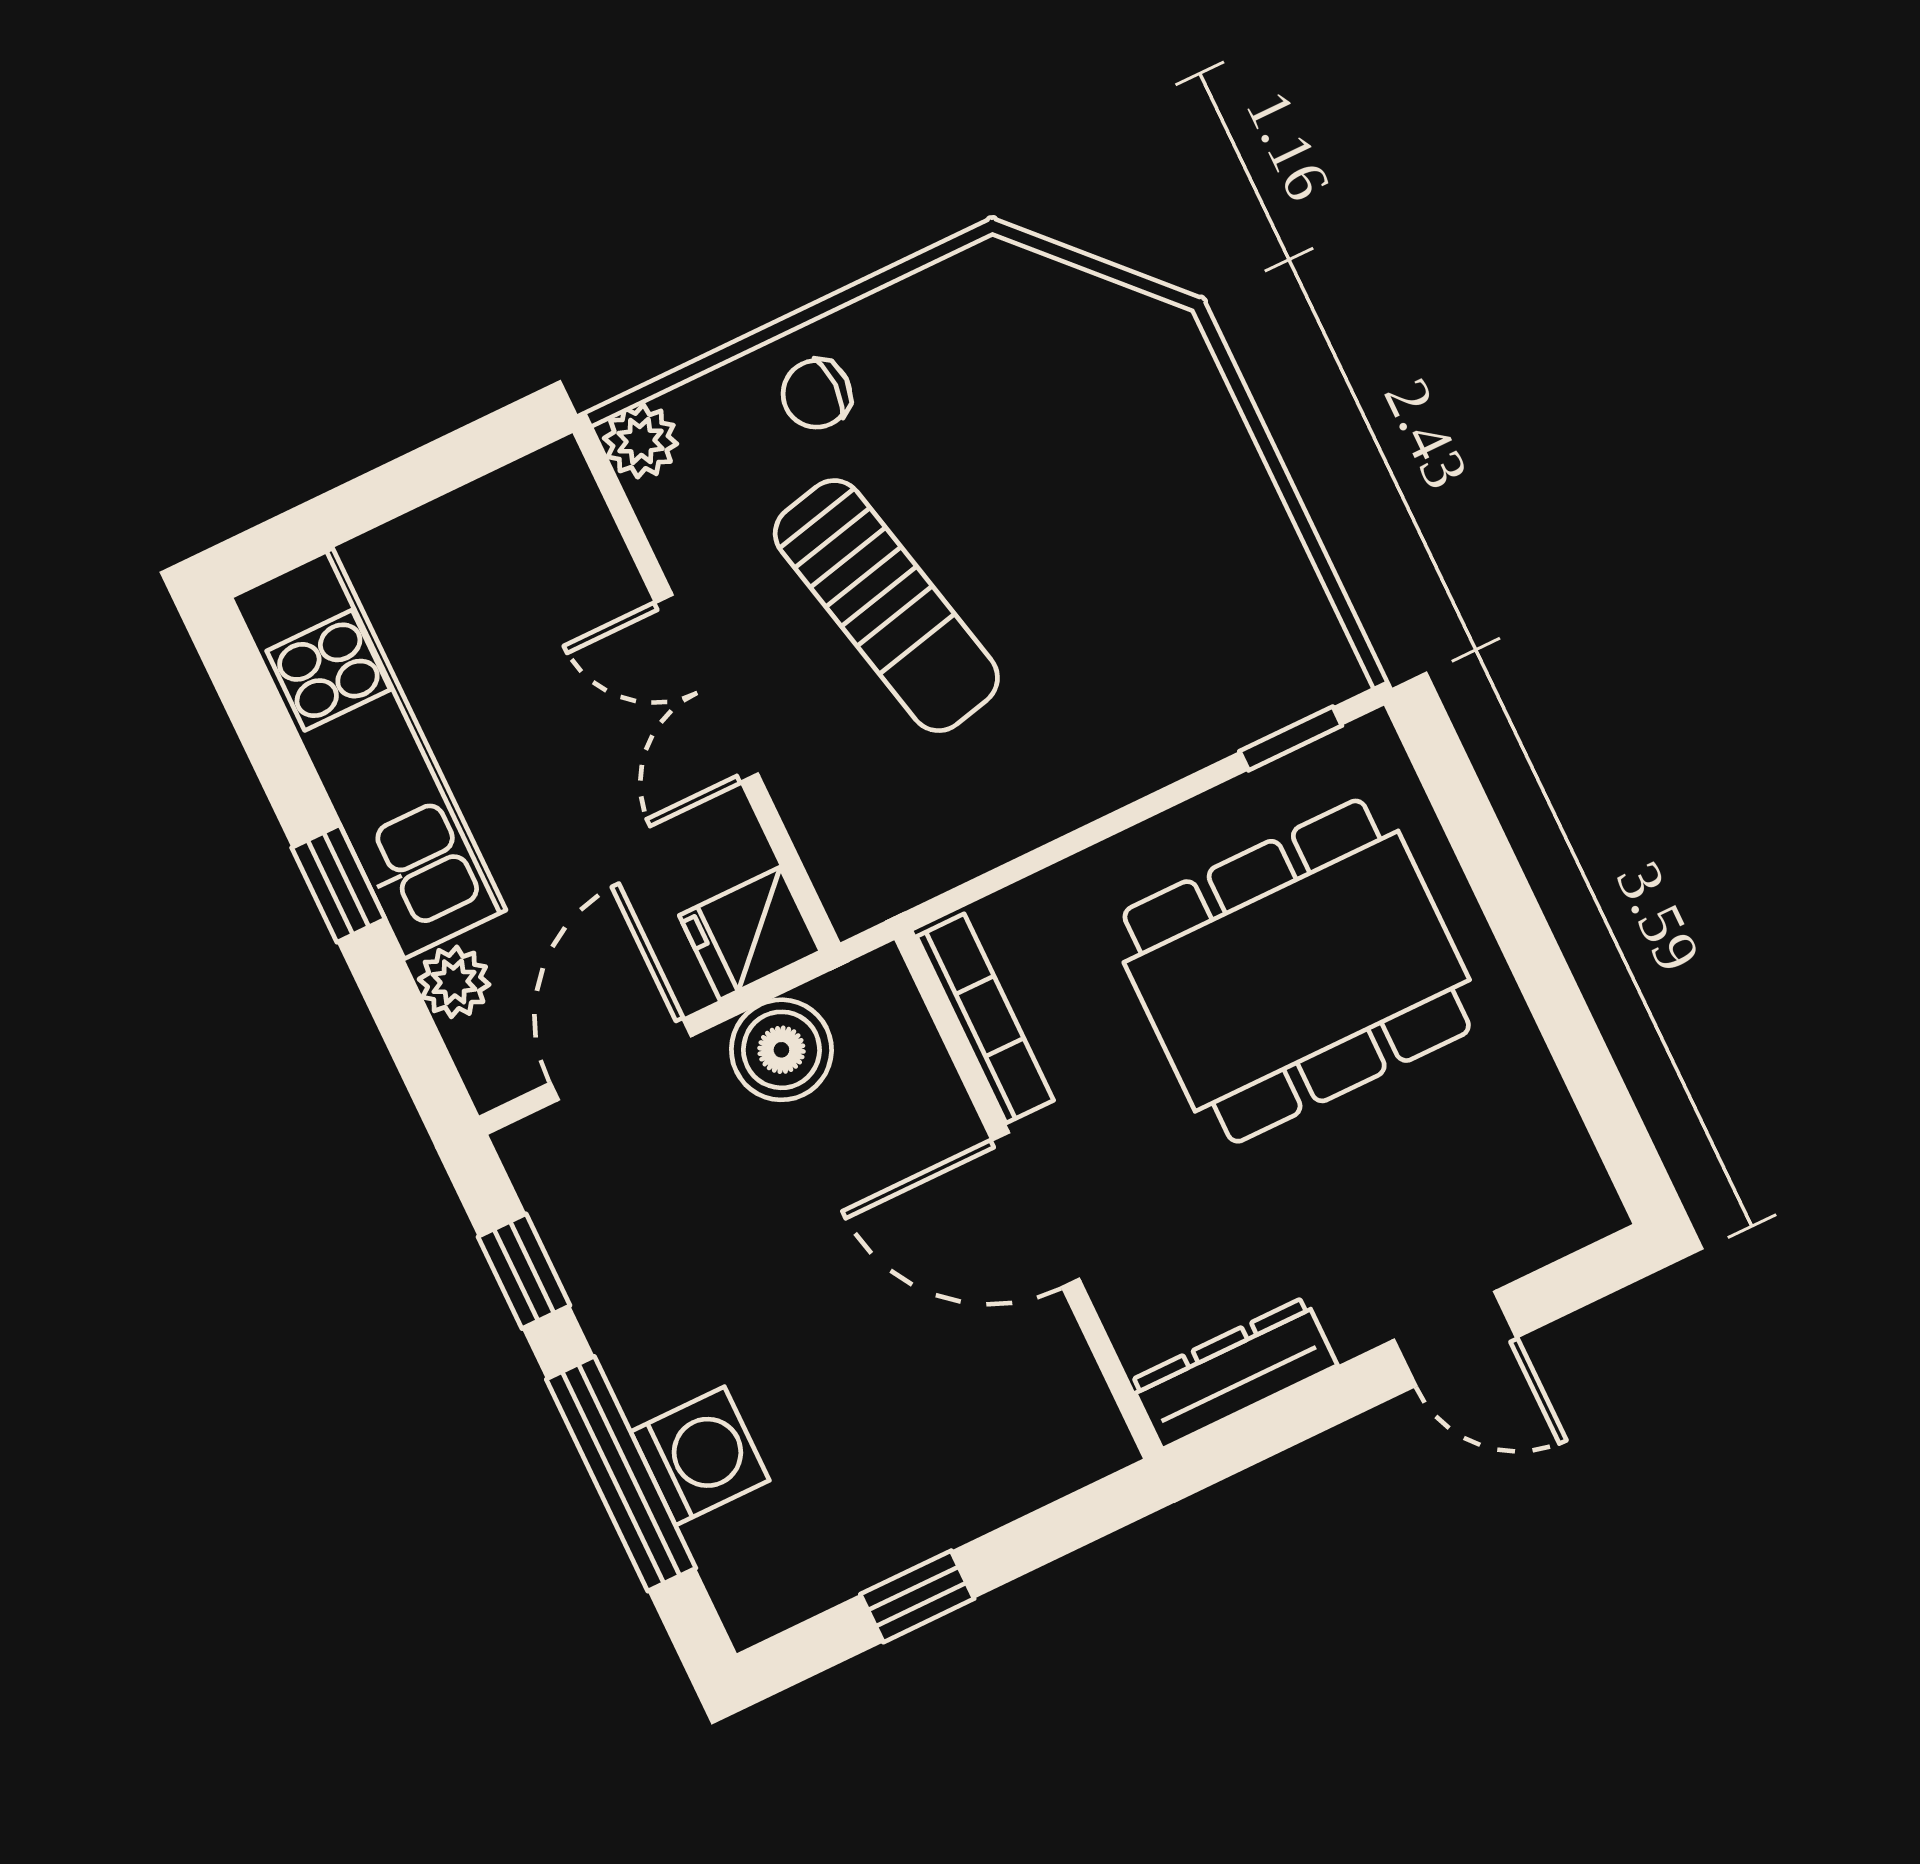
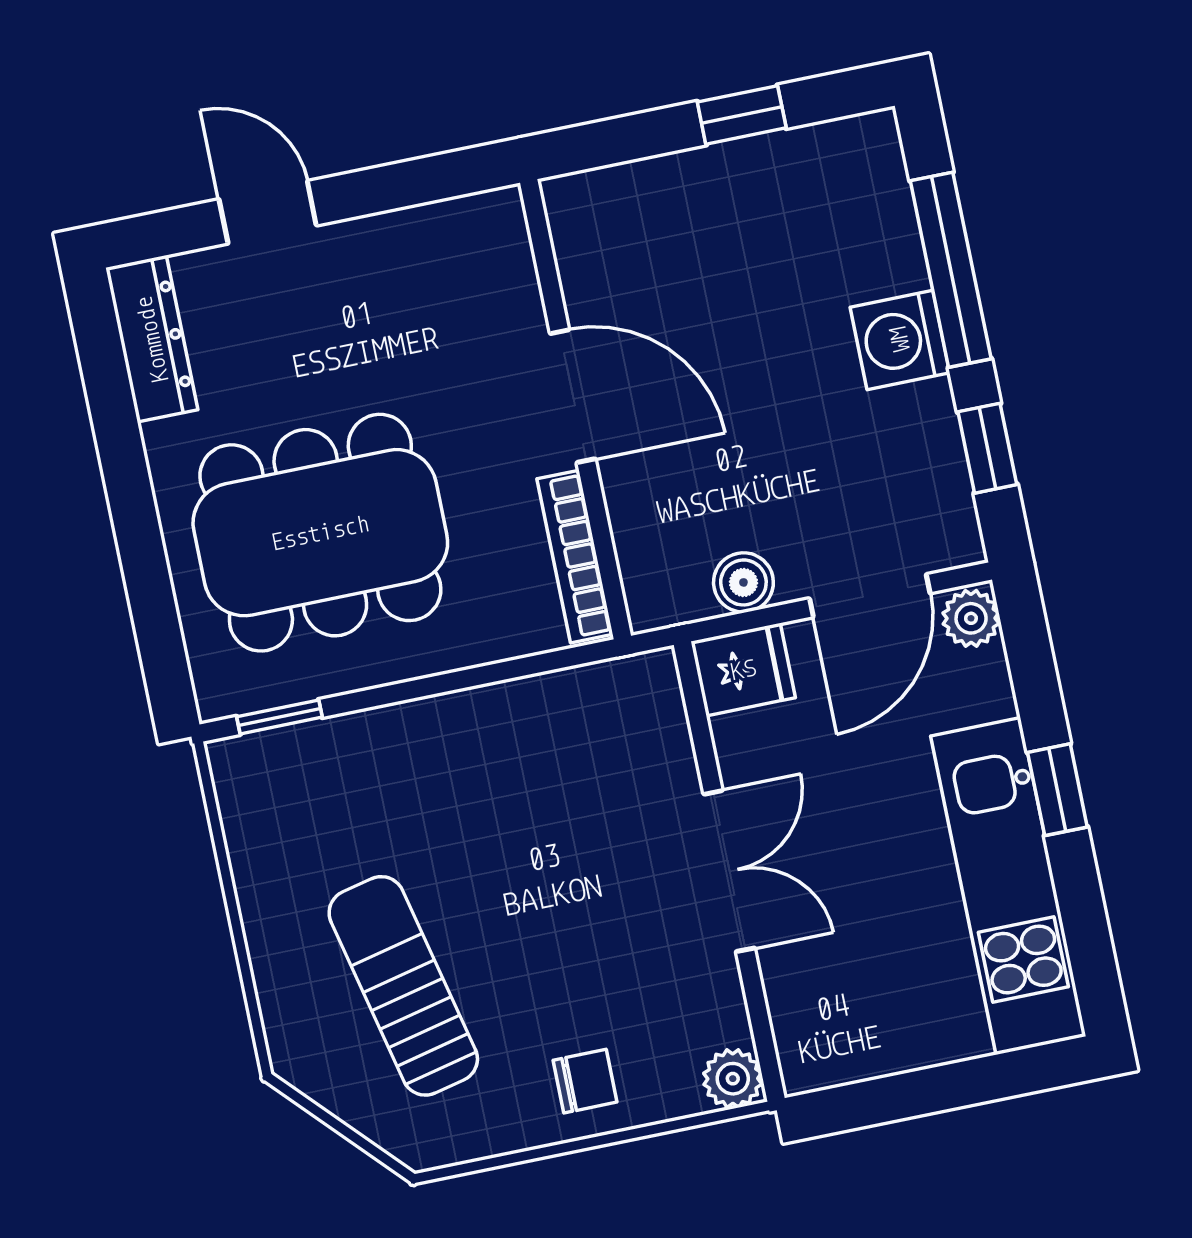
sun lounger: (886, 606) -> (403, 986), moved
plant: (454, 982) -> (971, 618), moved
boiler: (781, 1050) -> (743, 582), width x0.73, depth x0.73
dresser: (1233, 1373) -> (152, 339), moved, turned -90
washing machine: (700, 1456) -> (900, 340), moved

